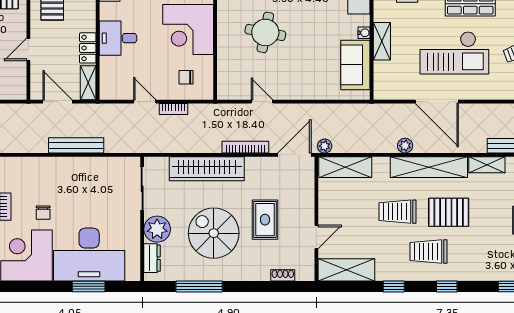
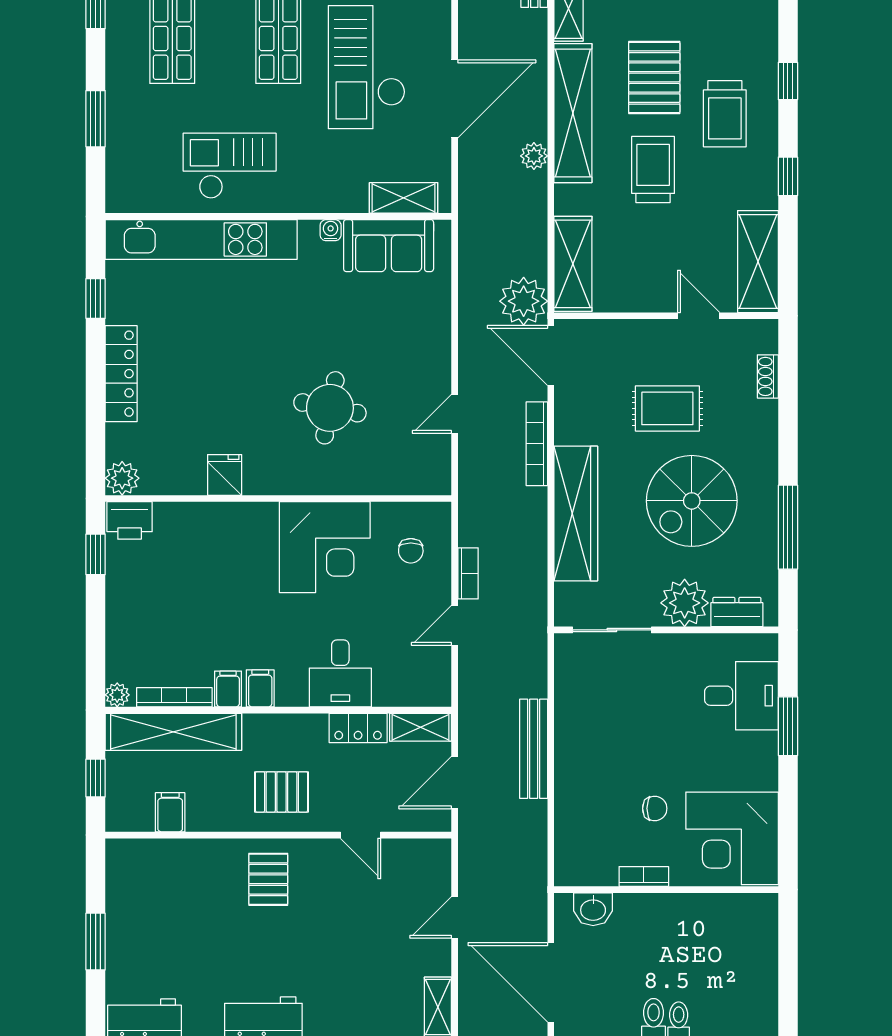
shelving: (382, 41) -> (404, 198), moved
checkout: (454, 53) -> (367, 67), turned 180
plant: (325, 146) -> (524, 301), width x1.88, depth x1.88
trolley: (398, 212) -> (653, 170), turned 180
desk: (89, 255) -> (741, 696), width x0.53, depth x0.77

